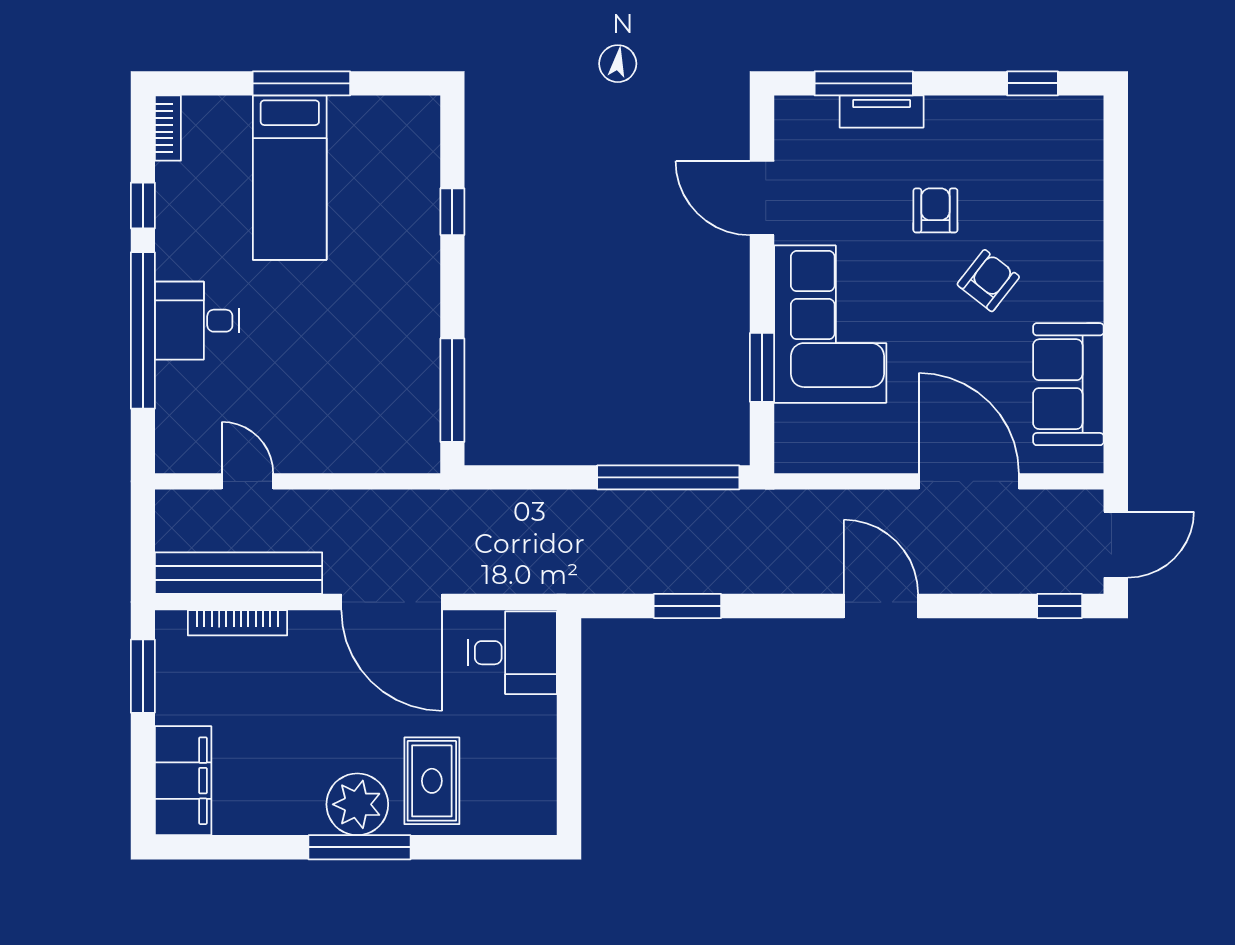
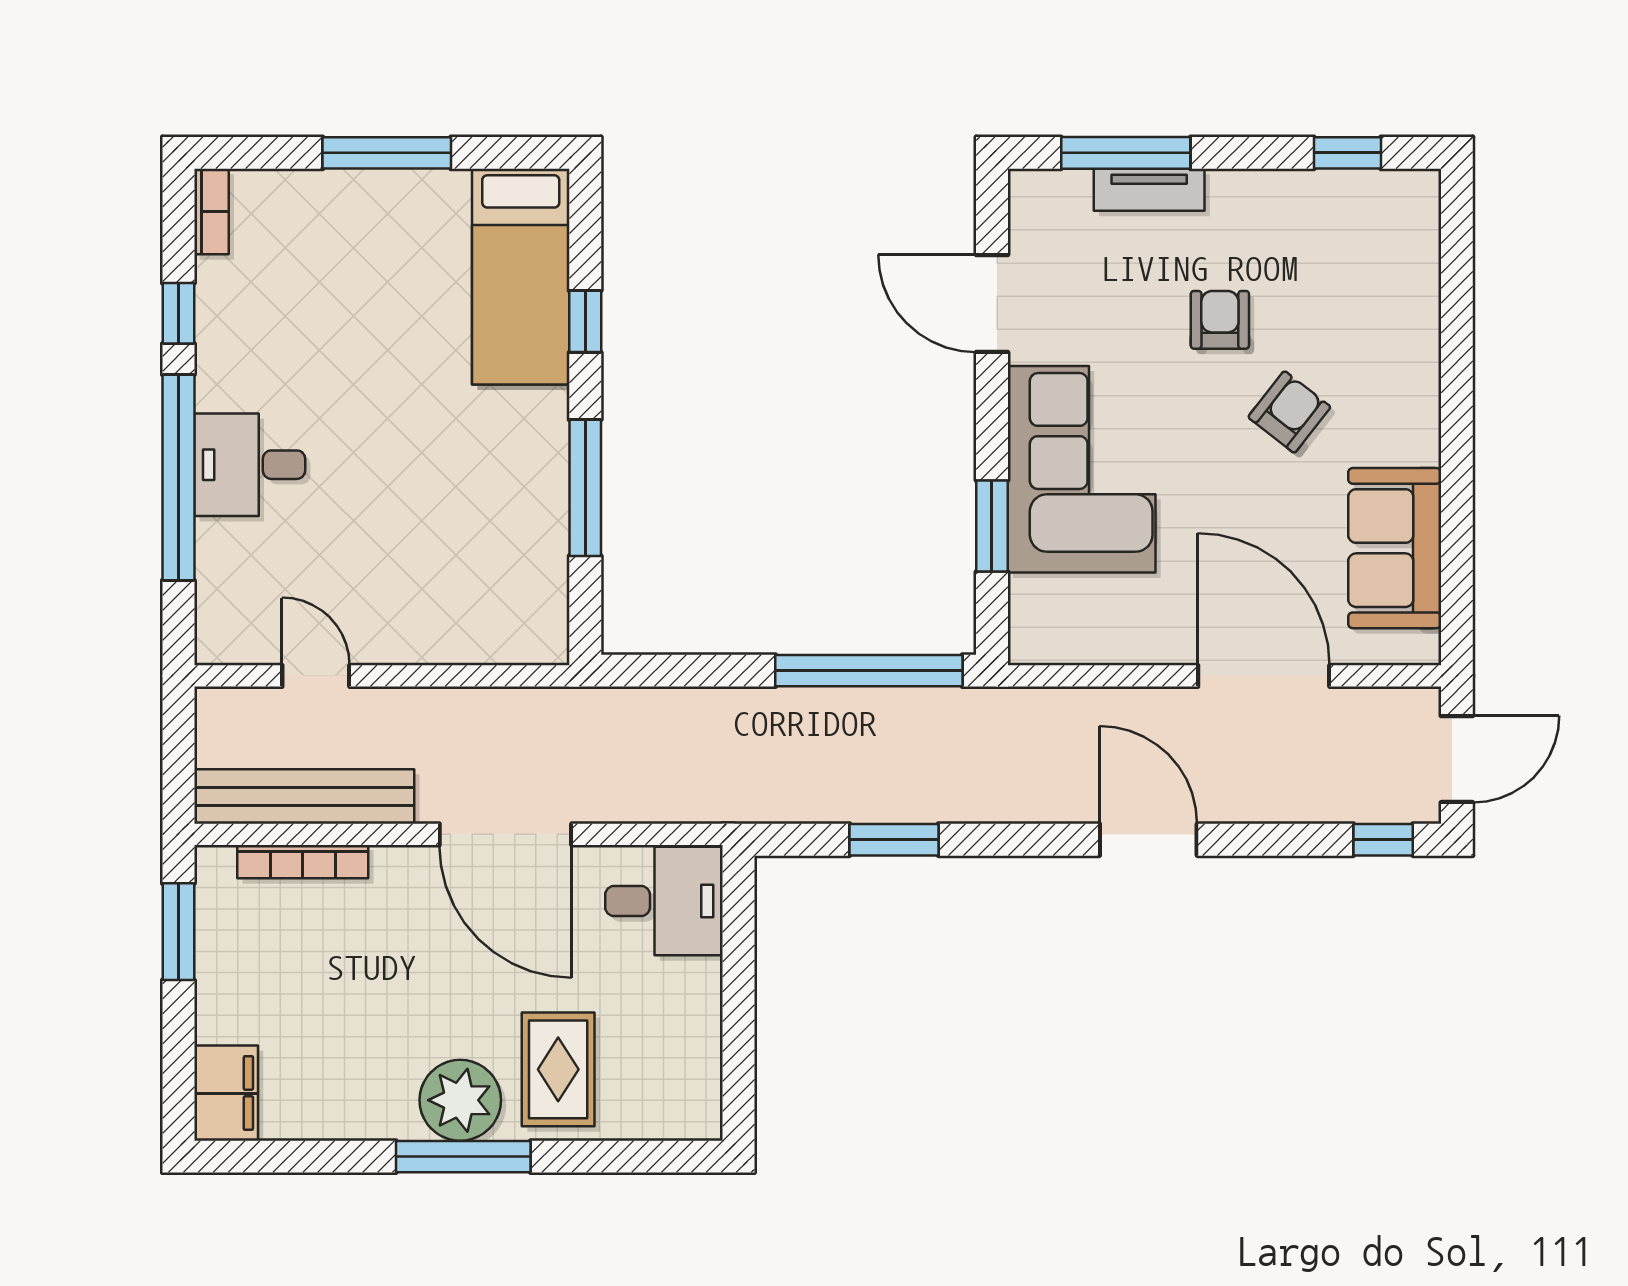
bed: (290, 178) -> (521, 277), moved
window: (452, 390) -> (585, 488), moved
filing cabinet: (183, 781) -> (226, 1093), width x0.67, depth x0.86

